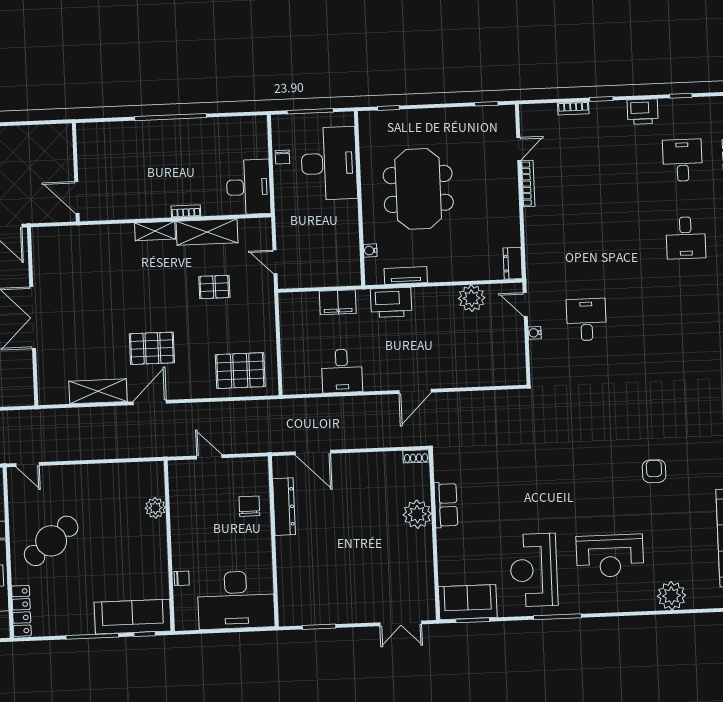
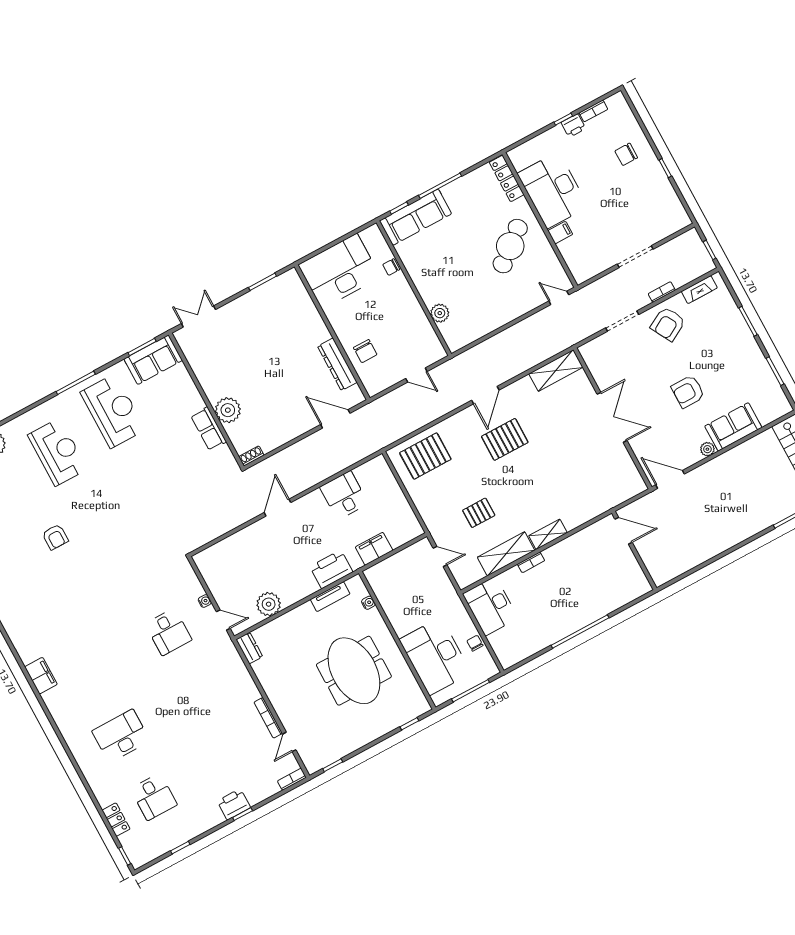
bookcase: (573, 108) -> (292, 779), moved
printer: (643, 112) -> (234, 804), moved
desk: (686, 238) -> (121, 736), width x1.37
shelving: (98, 391) -> (556, 371), moved
reception desk: (610, 556) -> (58, 452), turned 90

